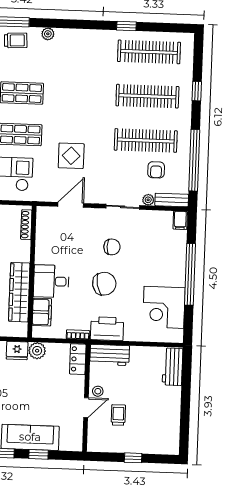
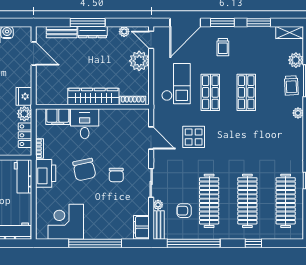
filing cabinet: (180, 220) -> (141, 227), width x2.00
wardrobe: (19, 292) -> (93, 97), moved
locker: (78, 359) -> (25, 135), moved, turned -90

